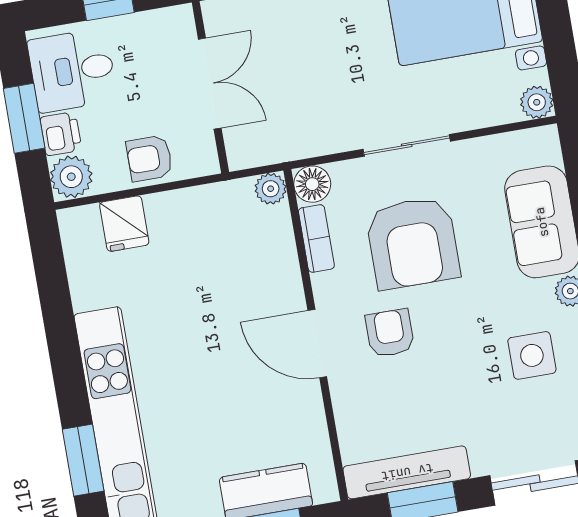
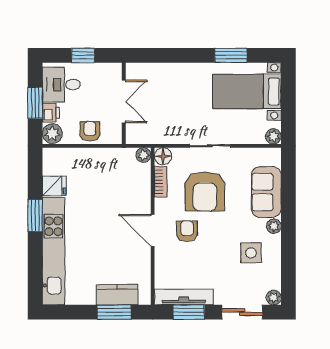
armchair: (149, 158) -> (90, 131), turned 90
fridge: (124, 224) -> (54, 186), moved, turned -90
window: (83, 460) -> (35, 216), moved

